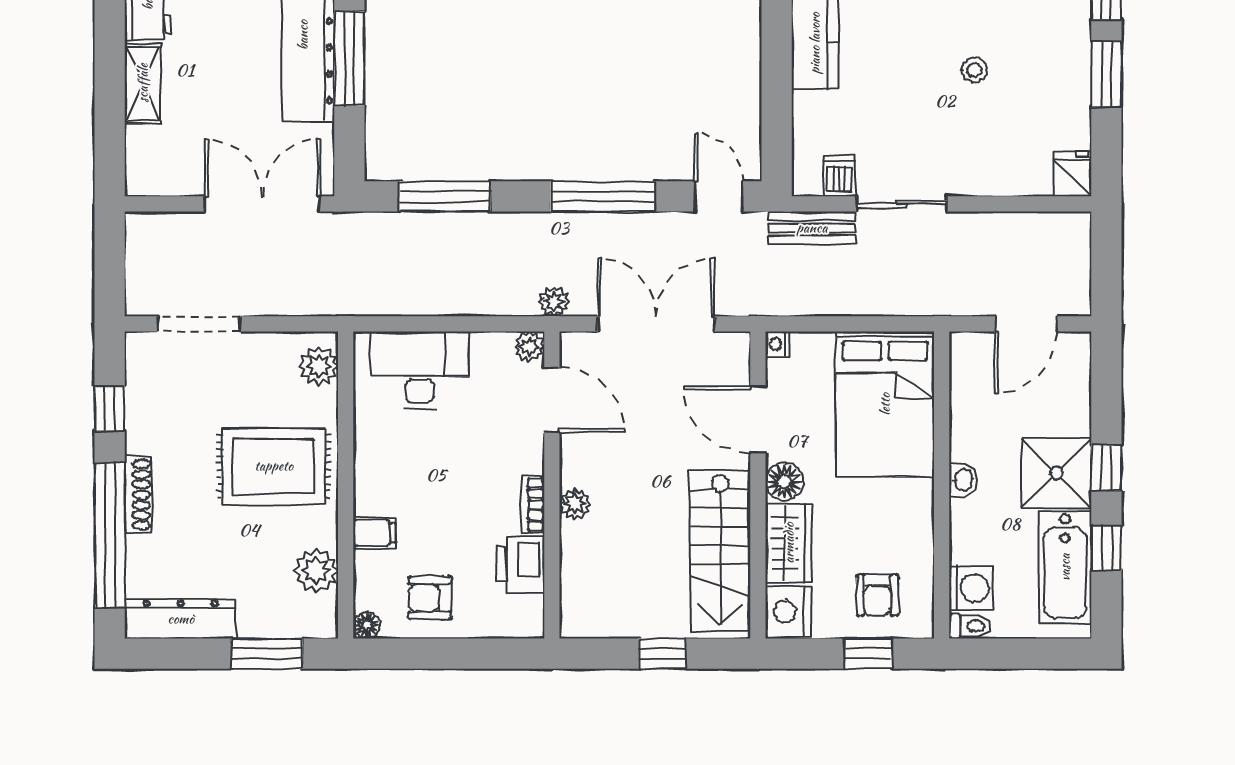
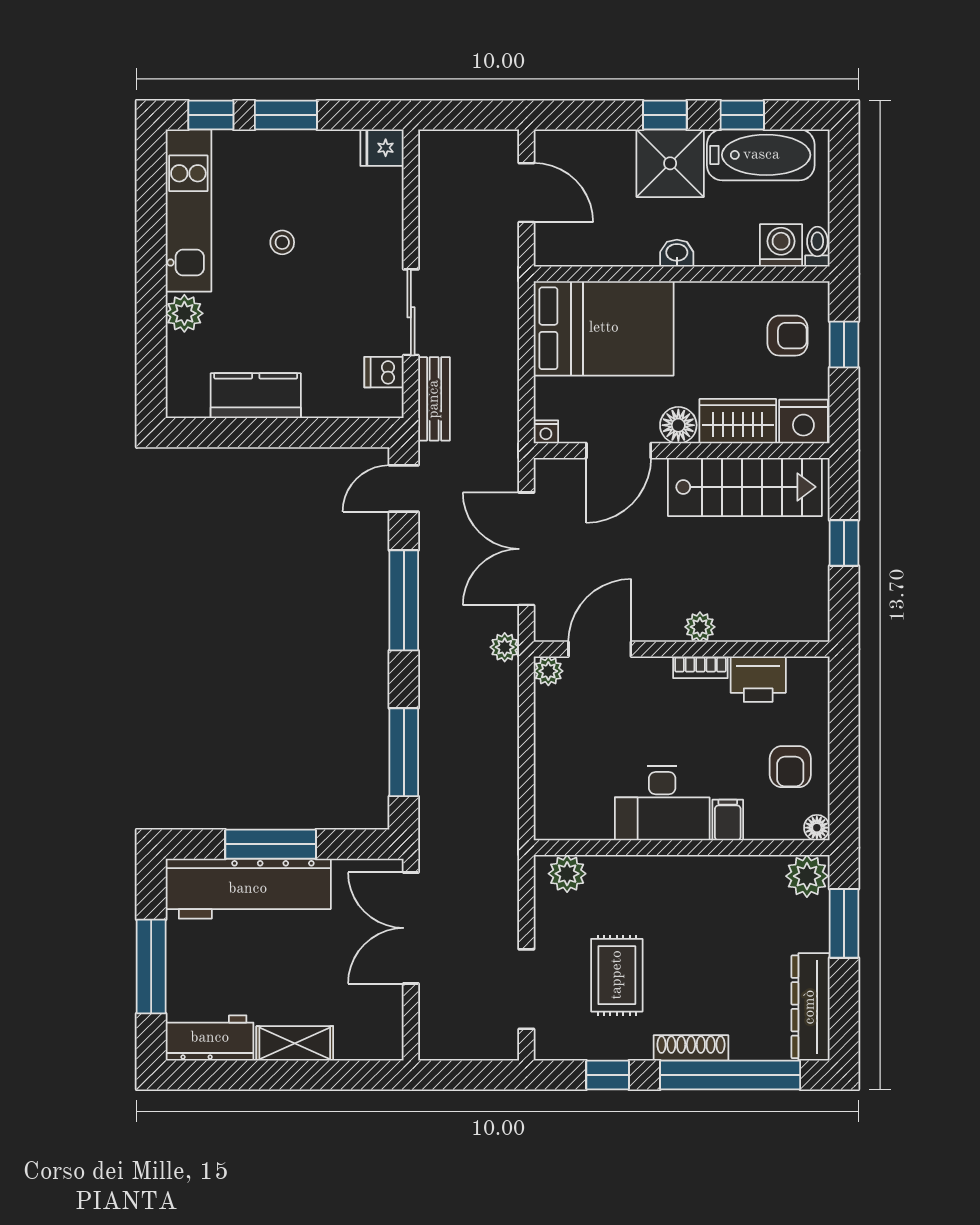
desk: (420, 370) -> (662, 803), moved, turned -90
rug: (274, 466) -> (617, 975), moved, width x0.73, depth x0.70
plant: (316, 570) -> (807, 876), moved

